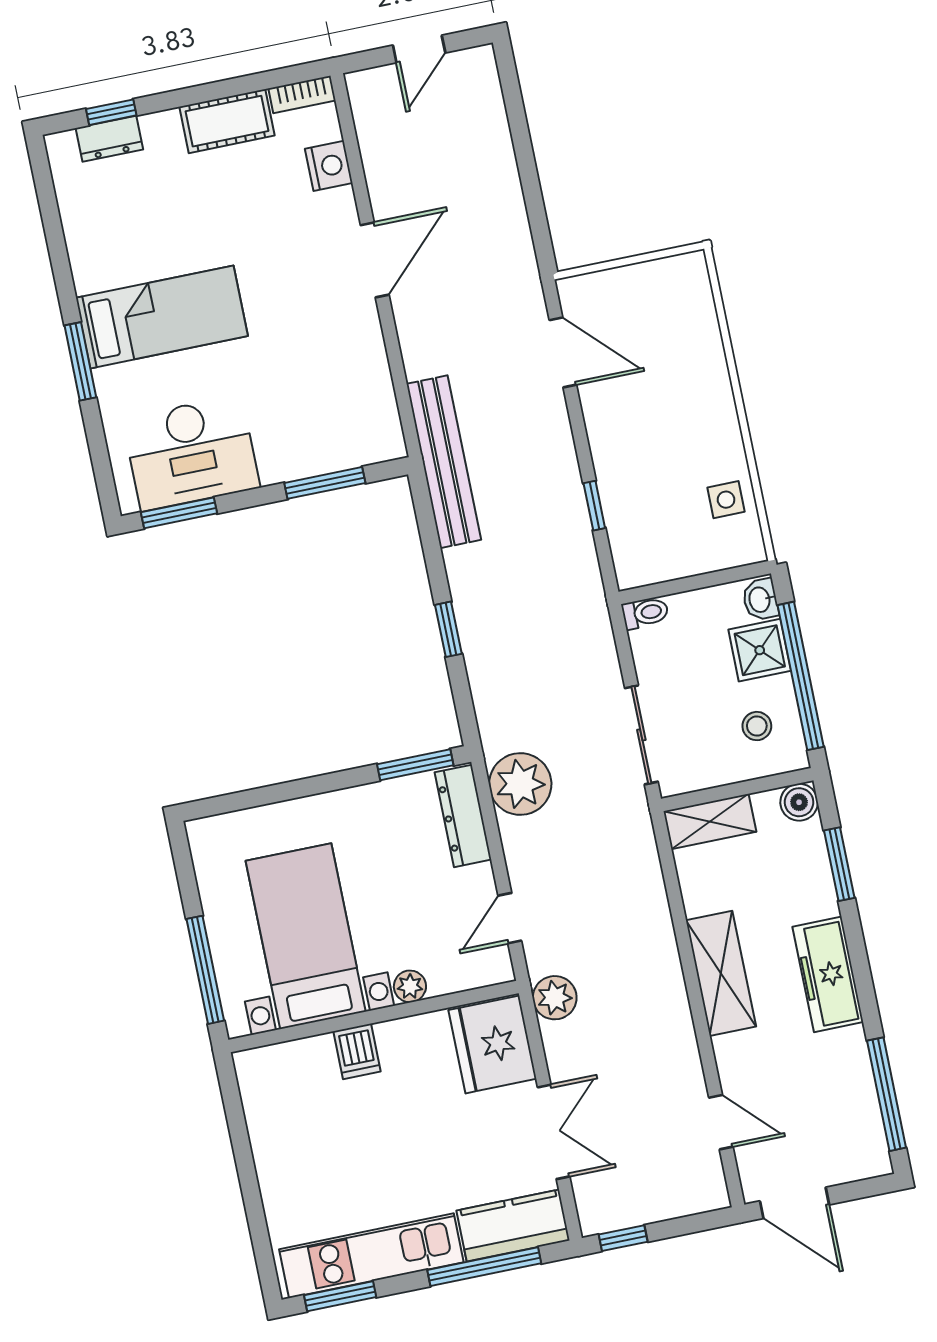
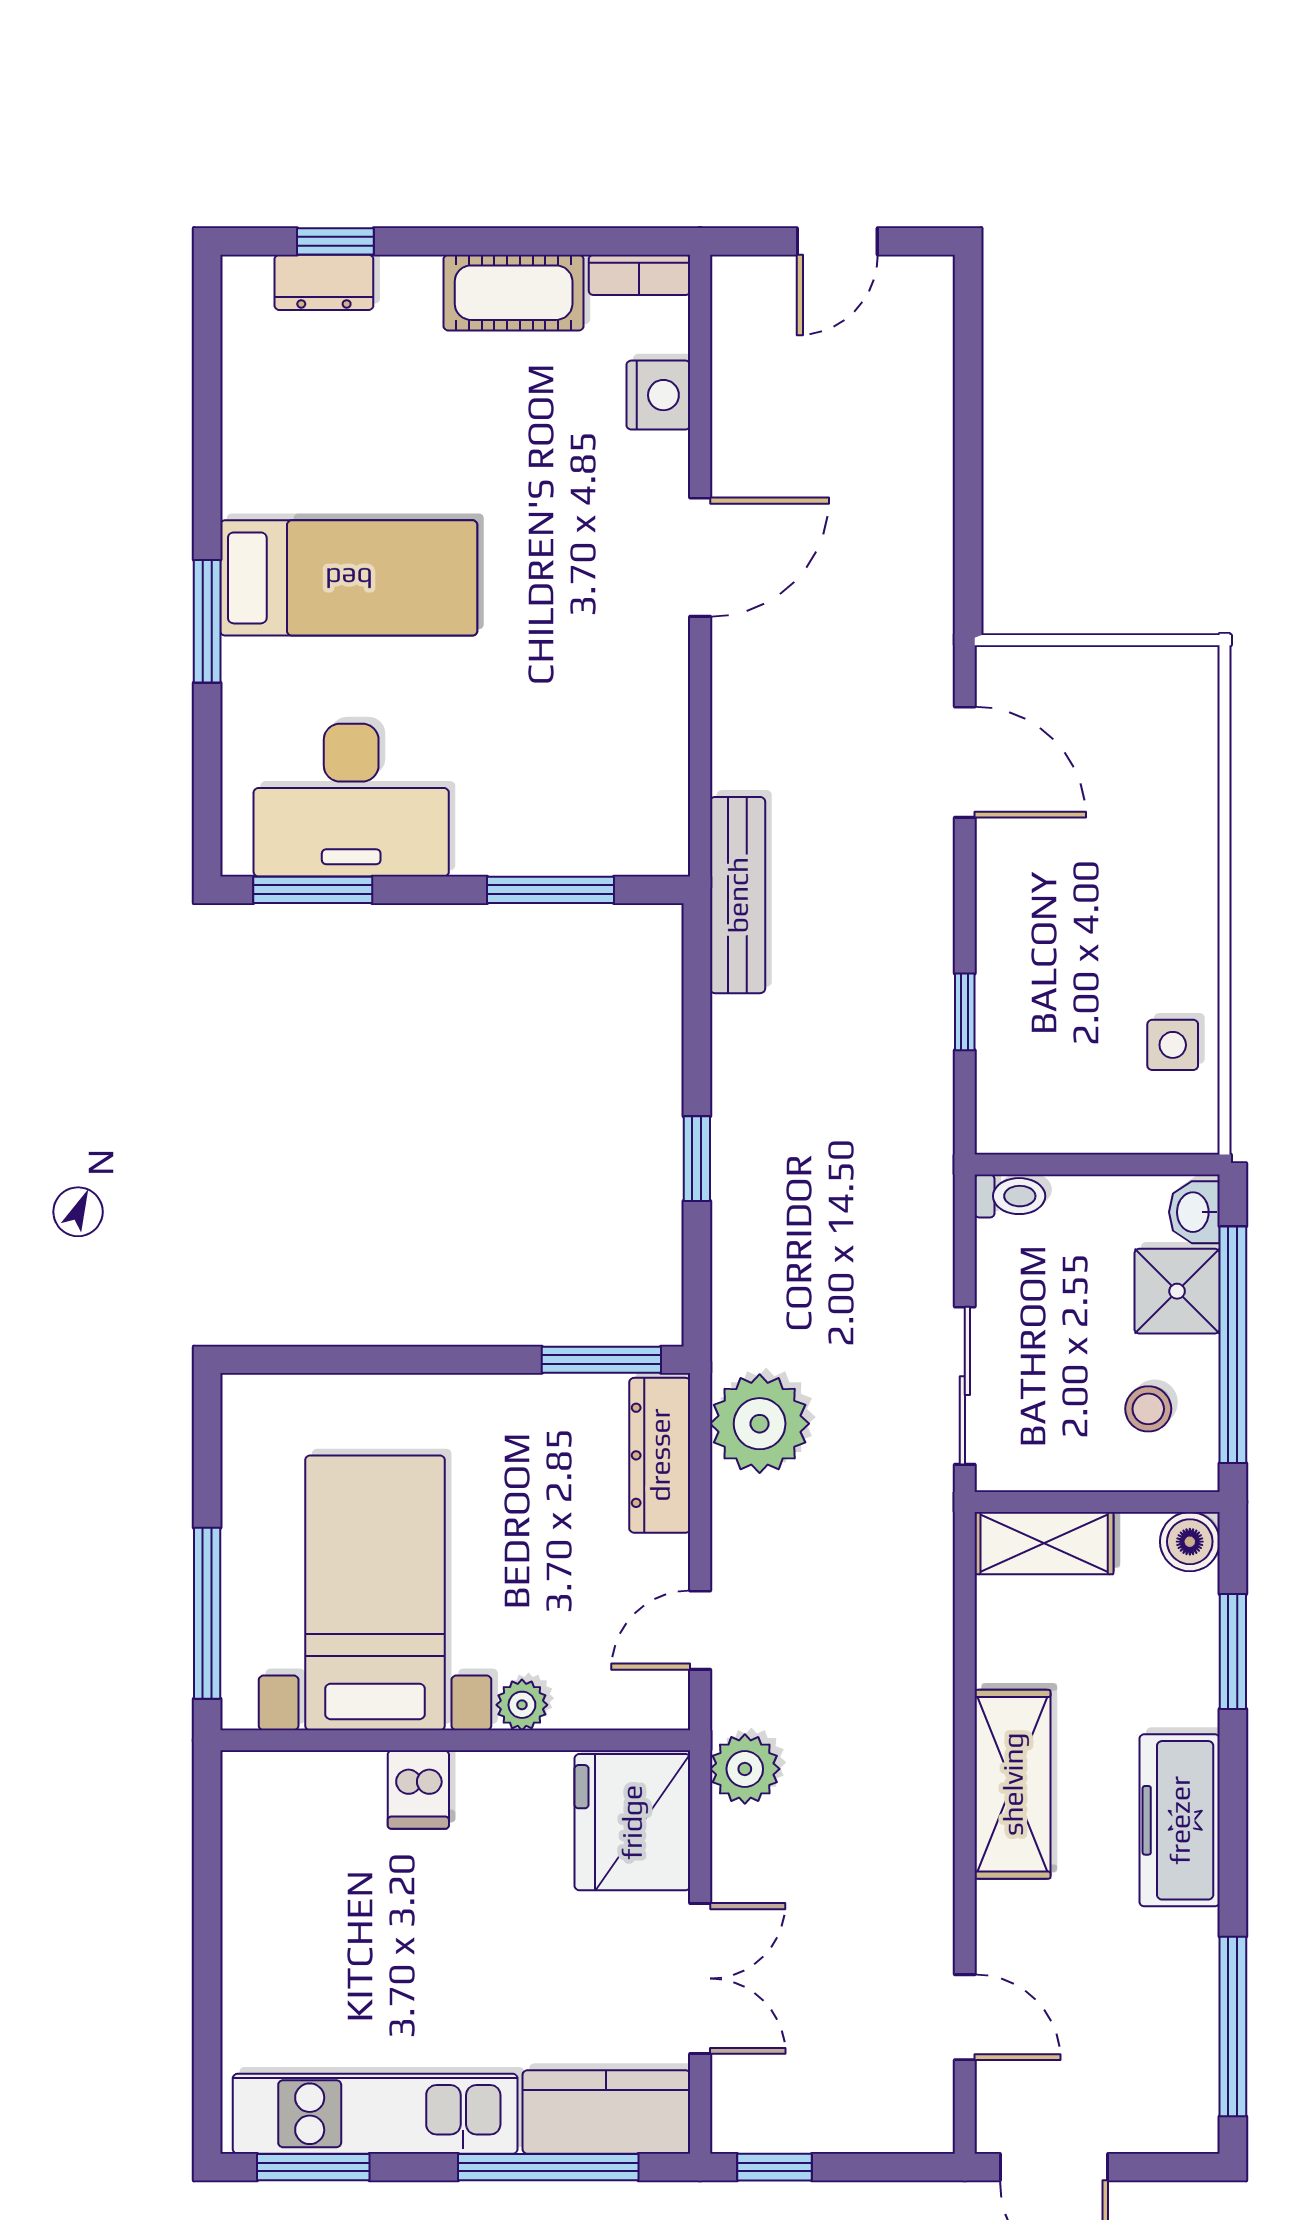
bench: (444, 462) -> (738, 895), width x0.73, depth x0.82

